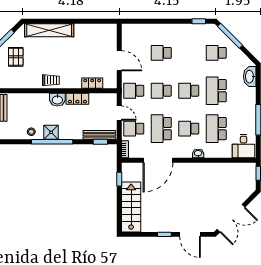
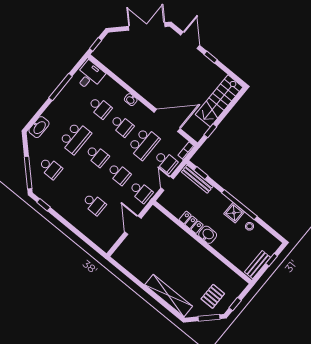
trolley: (51, 80) -> (200, 255), removed
locker: (92, 83) -> (169, 225), removed
school desk: (216, 129) -> (100, 108), width x0.54

